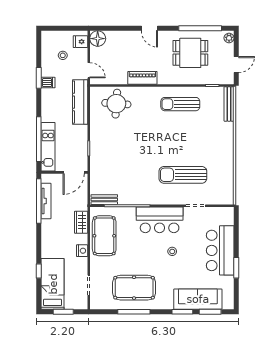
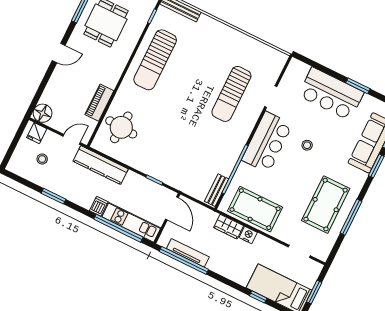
piano: (142, 78) -> (99, 103), moved
dishwasher: (48, 83) -> (99, 206), moved
sun lounger: (180, 104) -> (155, 60), width x1.36, depth x1.34
nightstand: (82, 251) -> (248, 235), moved

